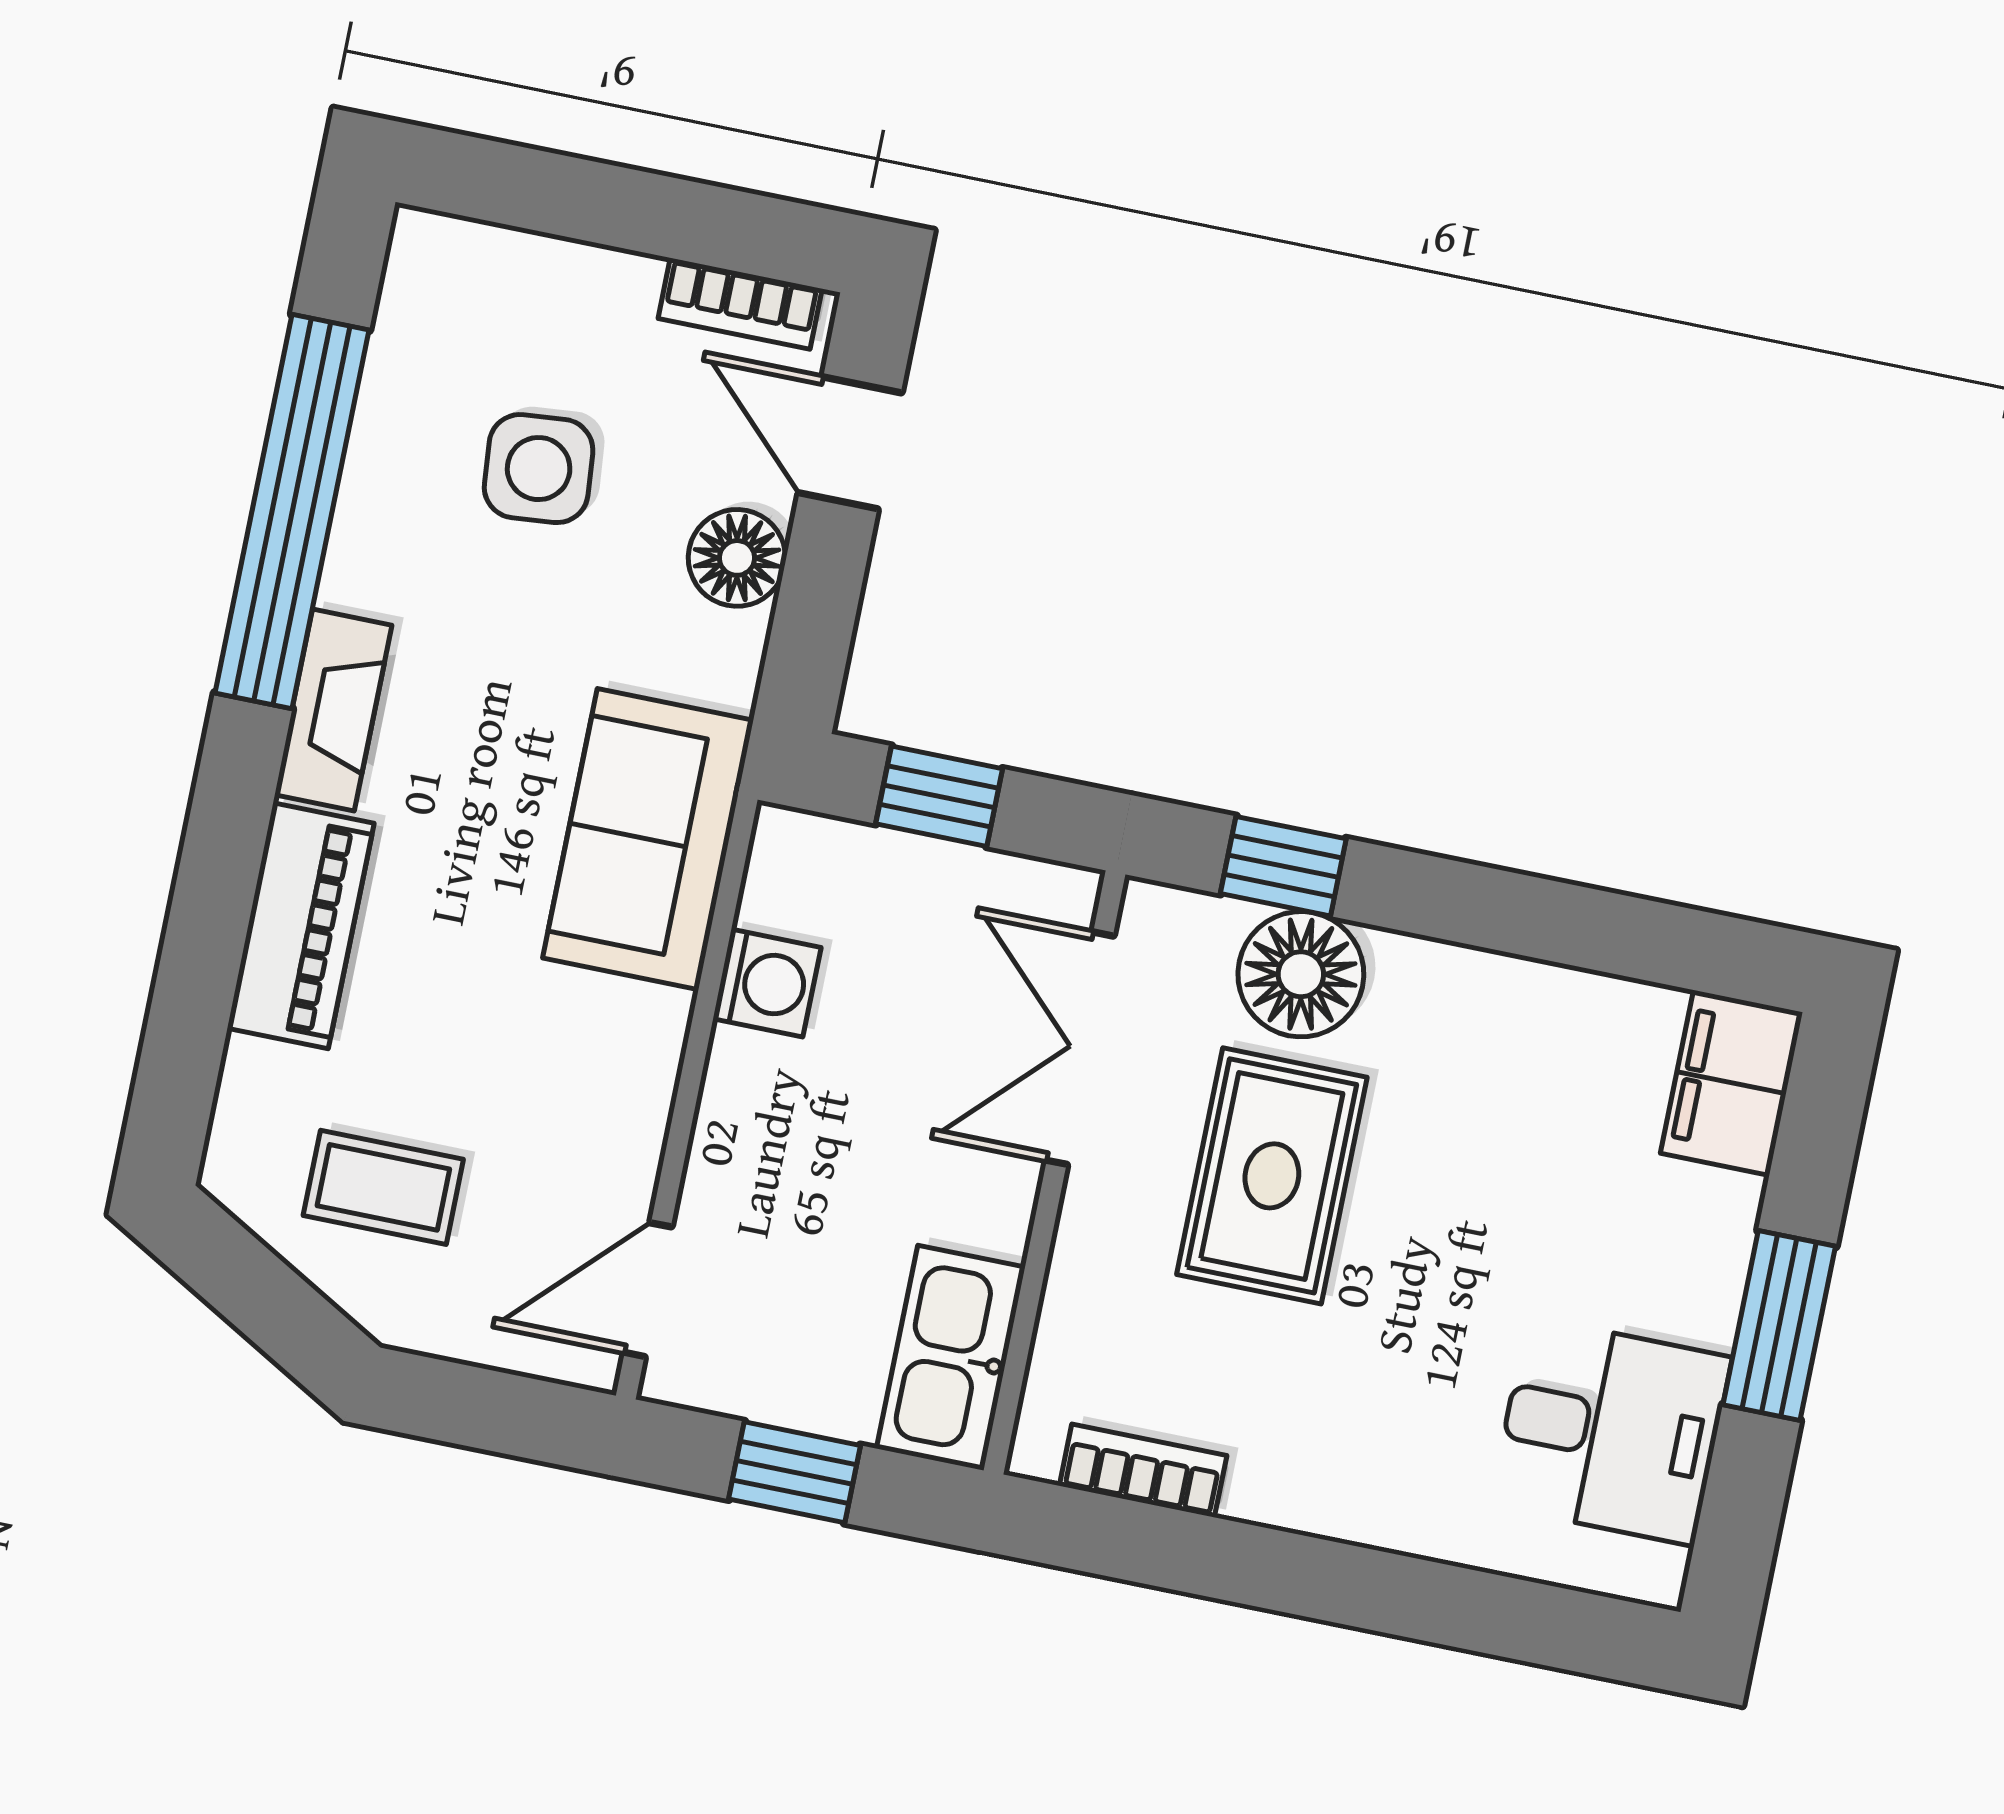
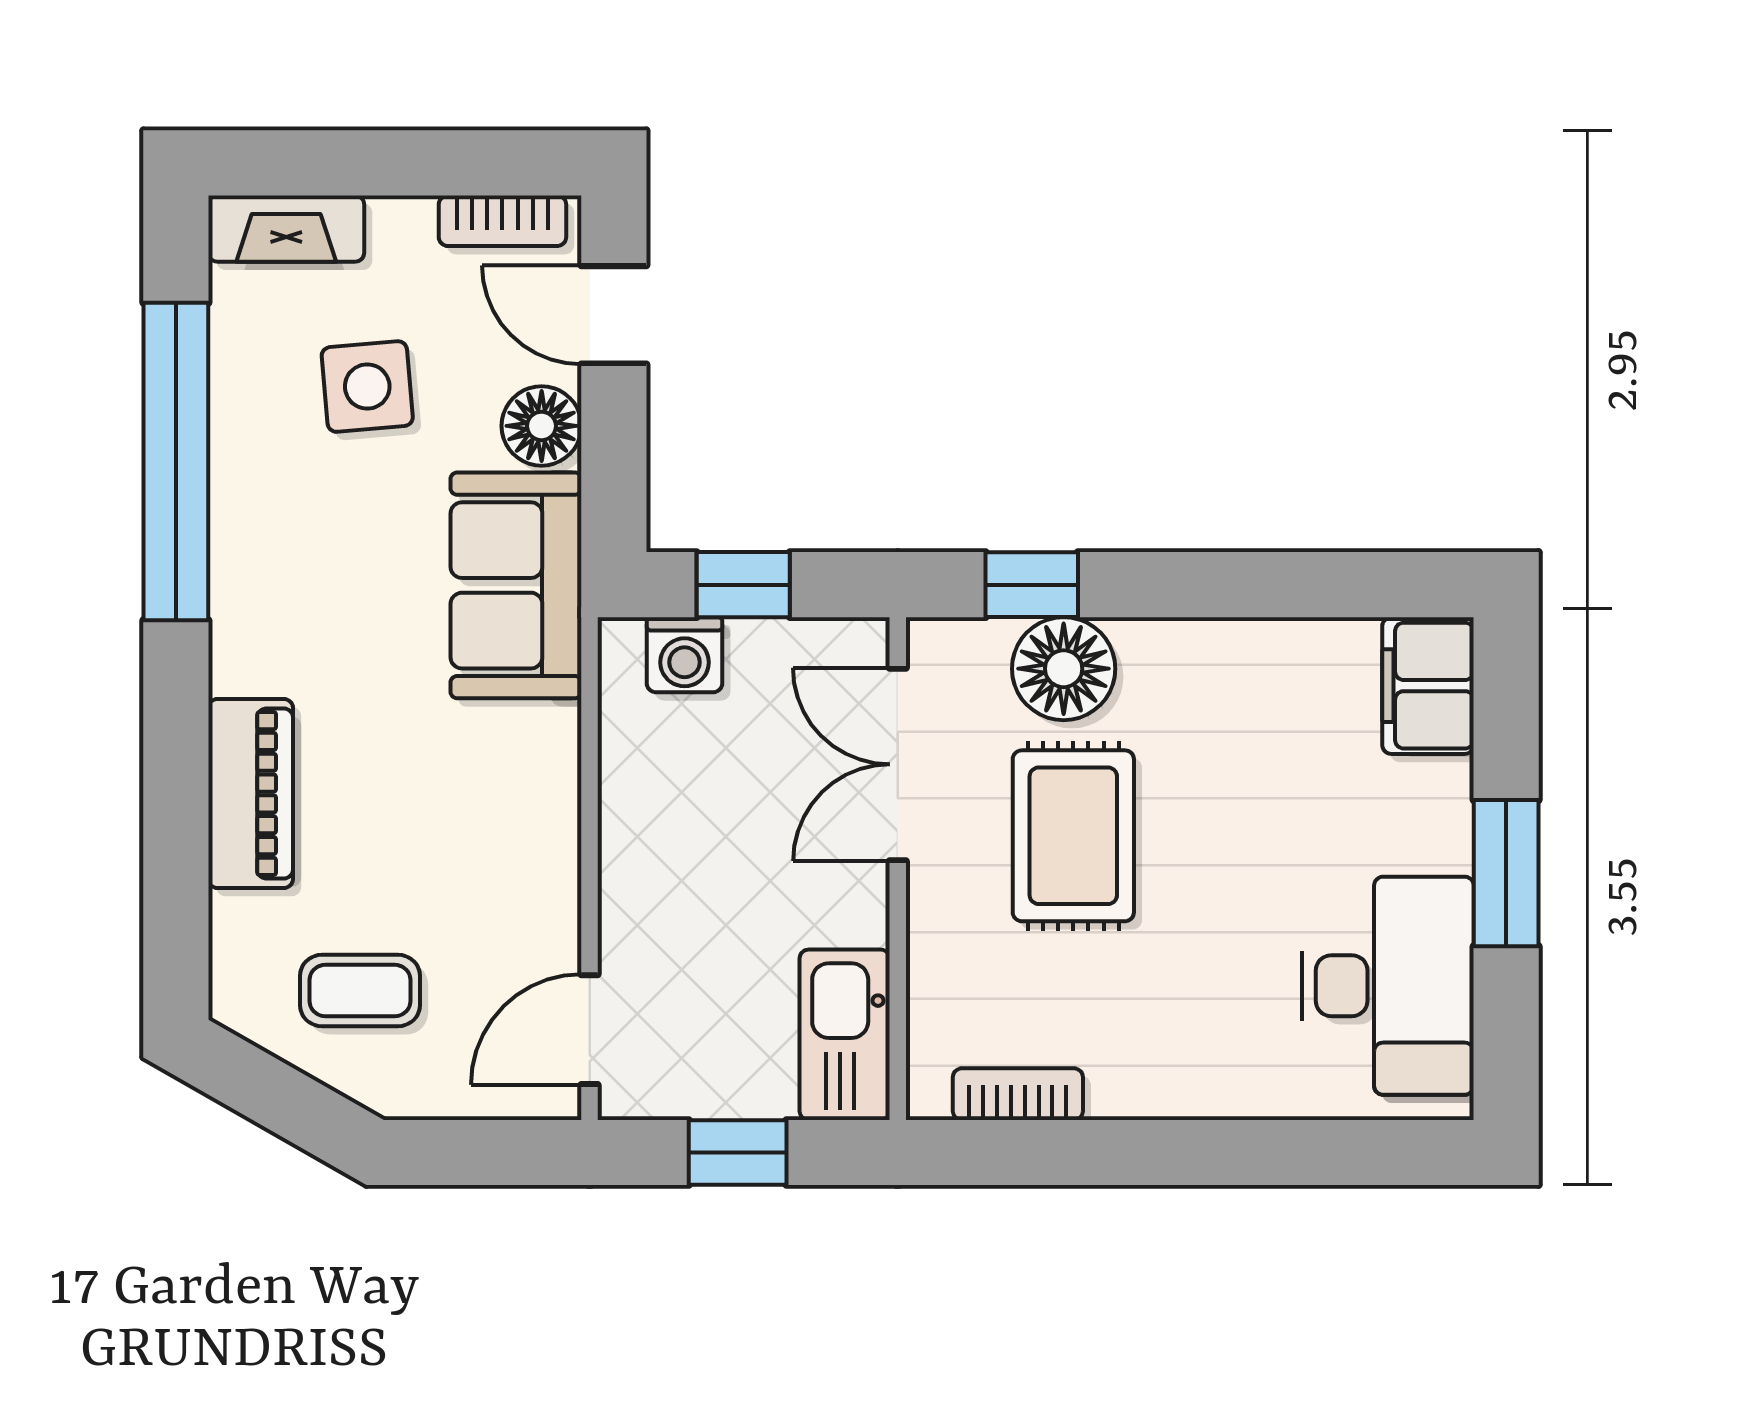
fireplace: (333, 710) -> (286, 229), moved, turned 90
sofa: (648, 839) -> (516, 585), moved
washing machine: (767, 983) -> (685, 655), moved, turned 90
desk: (1611, 1431) -> (1388, 986), width x1.37

